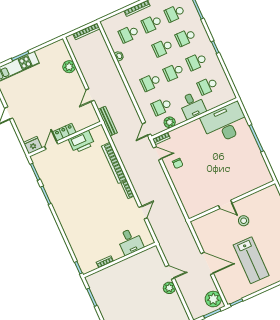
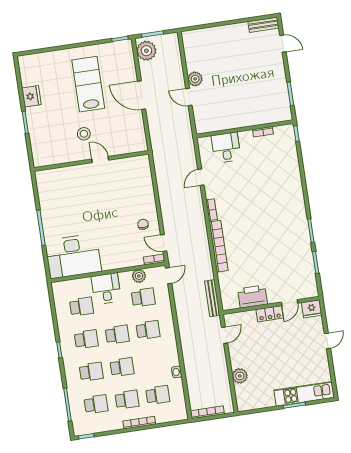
locker: (64, 132) -> (270, 314), moved
wall: (65, 139) -> (271, 305), moved
printer: (81, 142) -> (253, 297), moved
fridge: (33, 145) -> (312, 309), moved
door: (51, 145) -> (290, 303), moved

